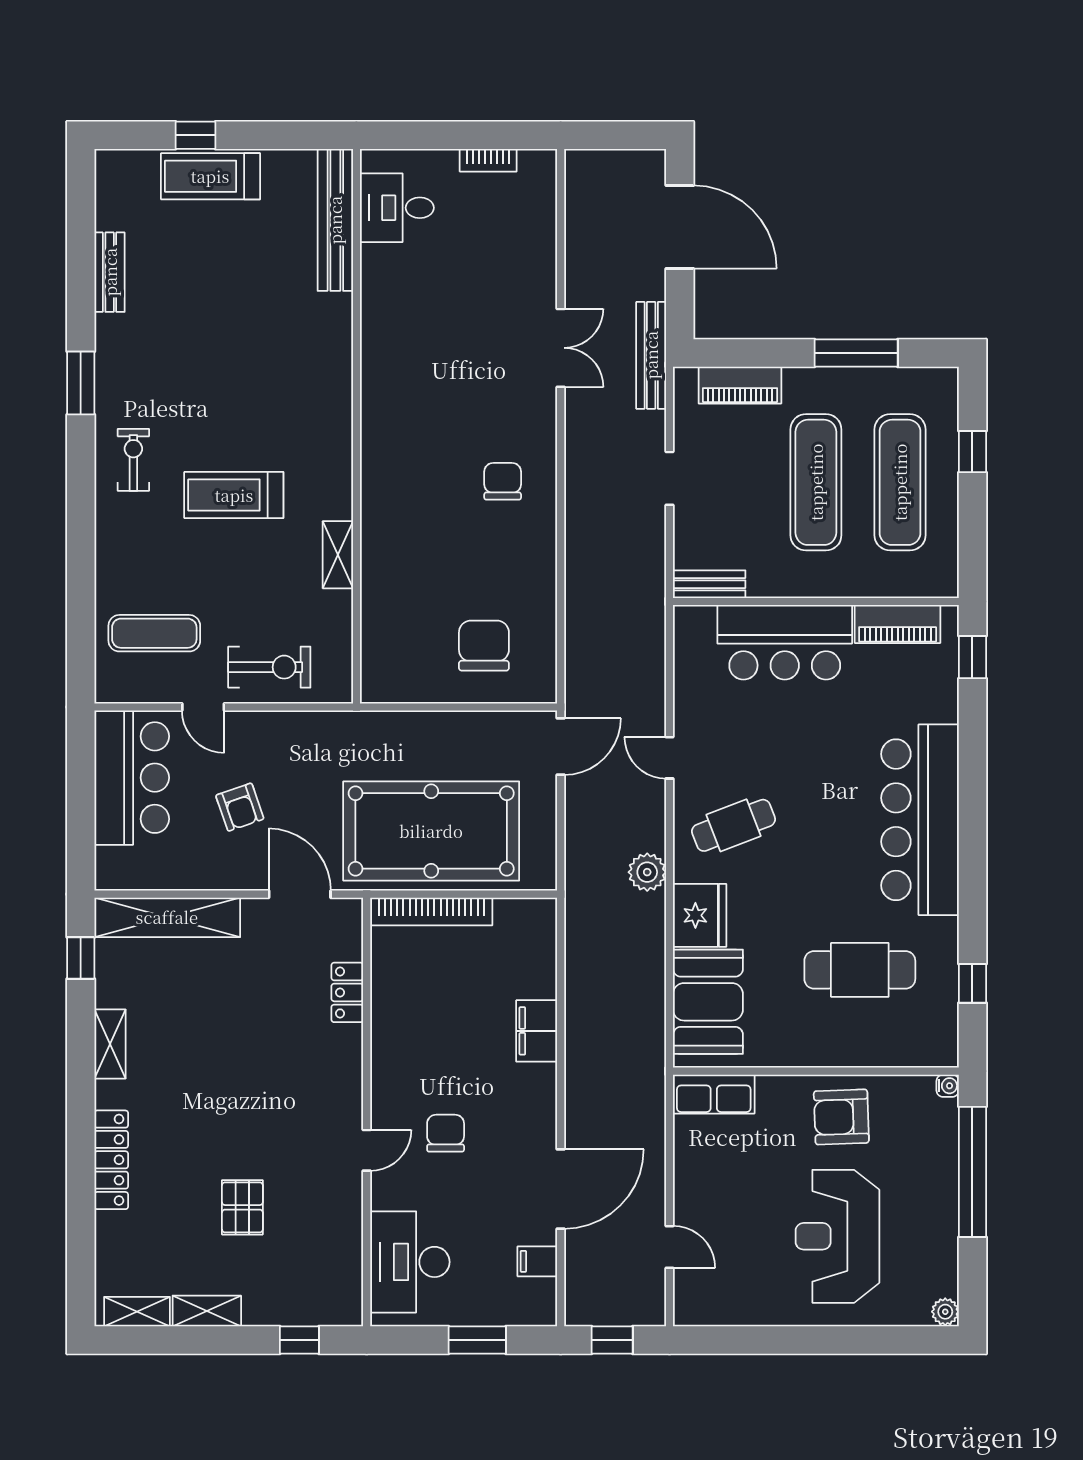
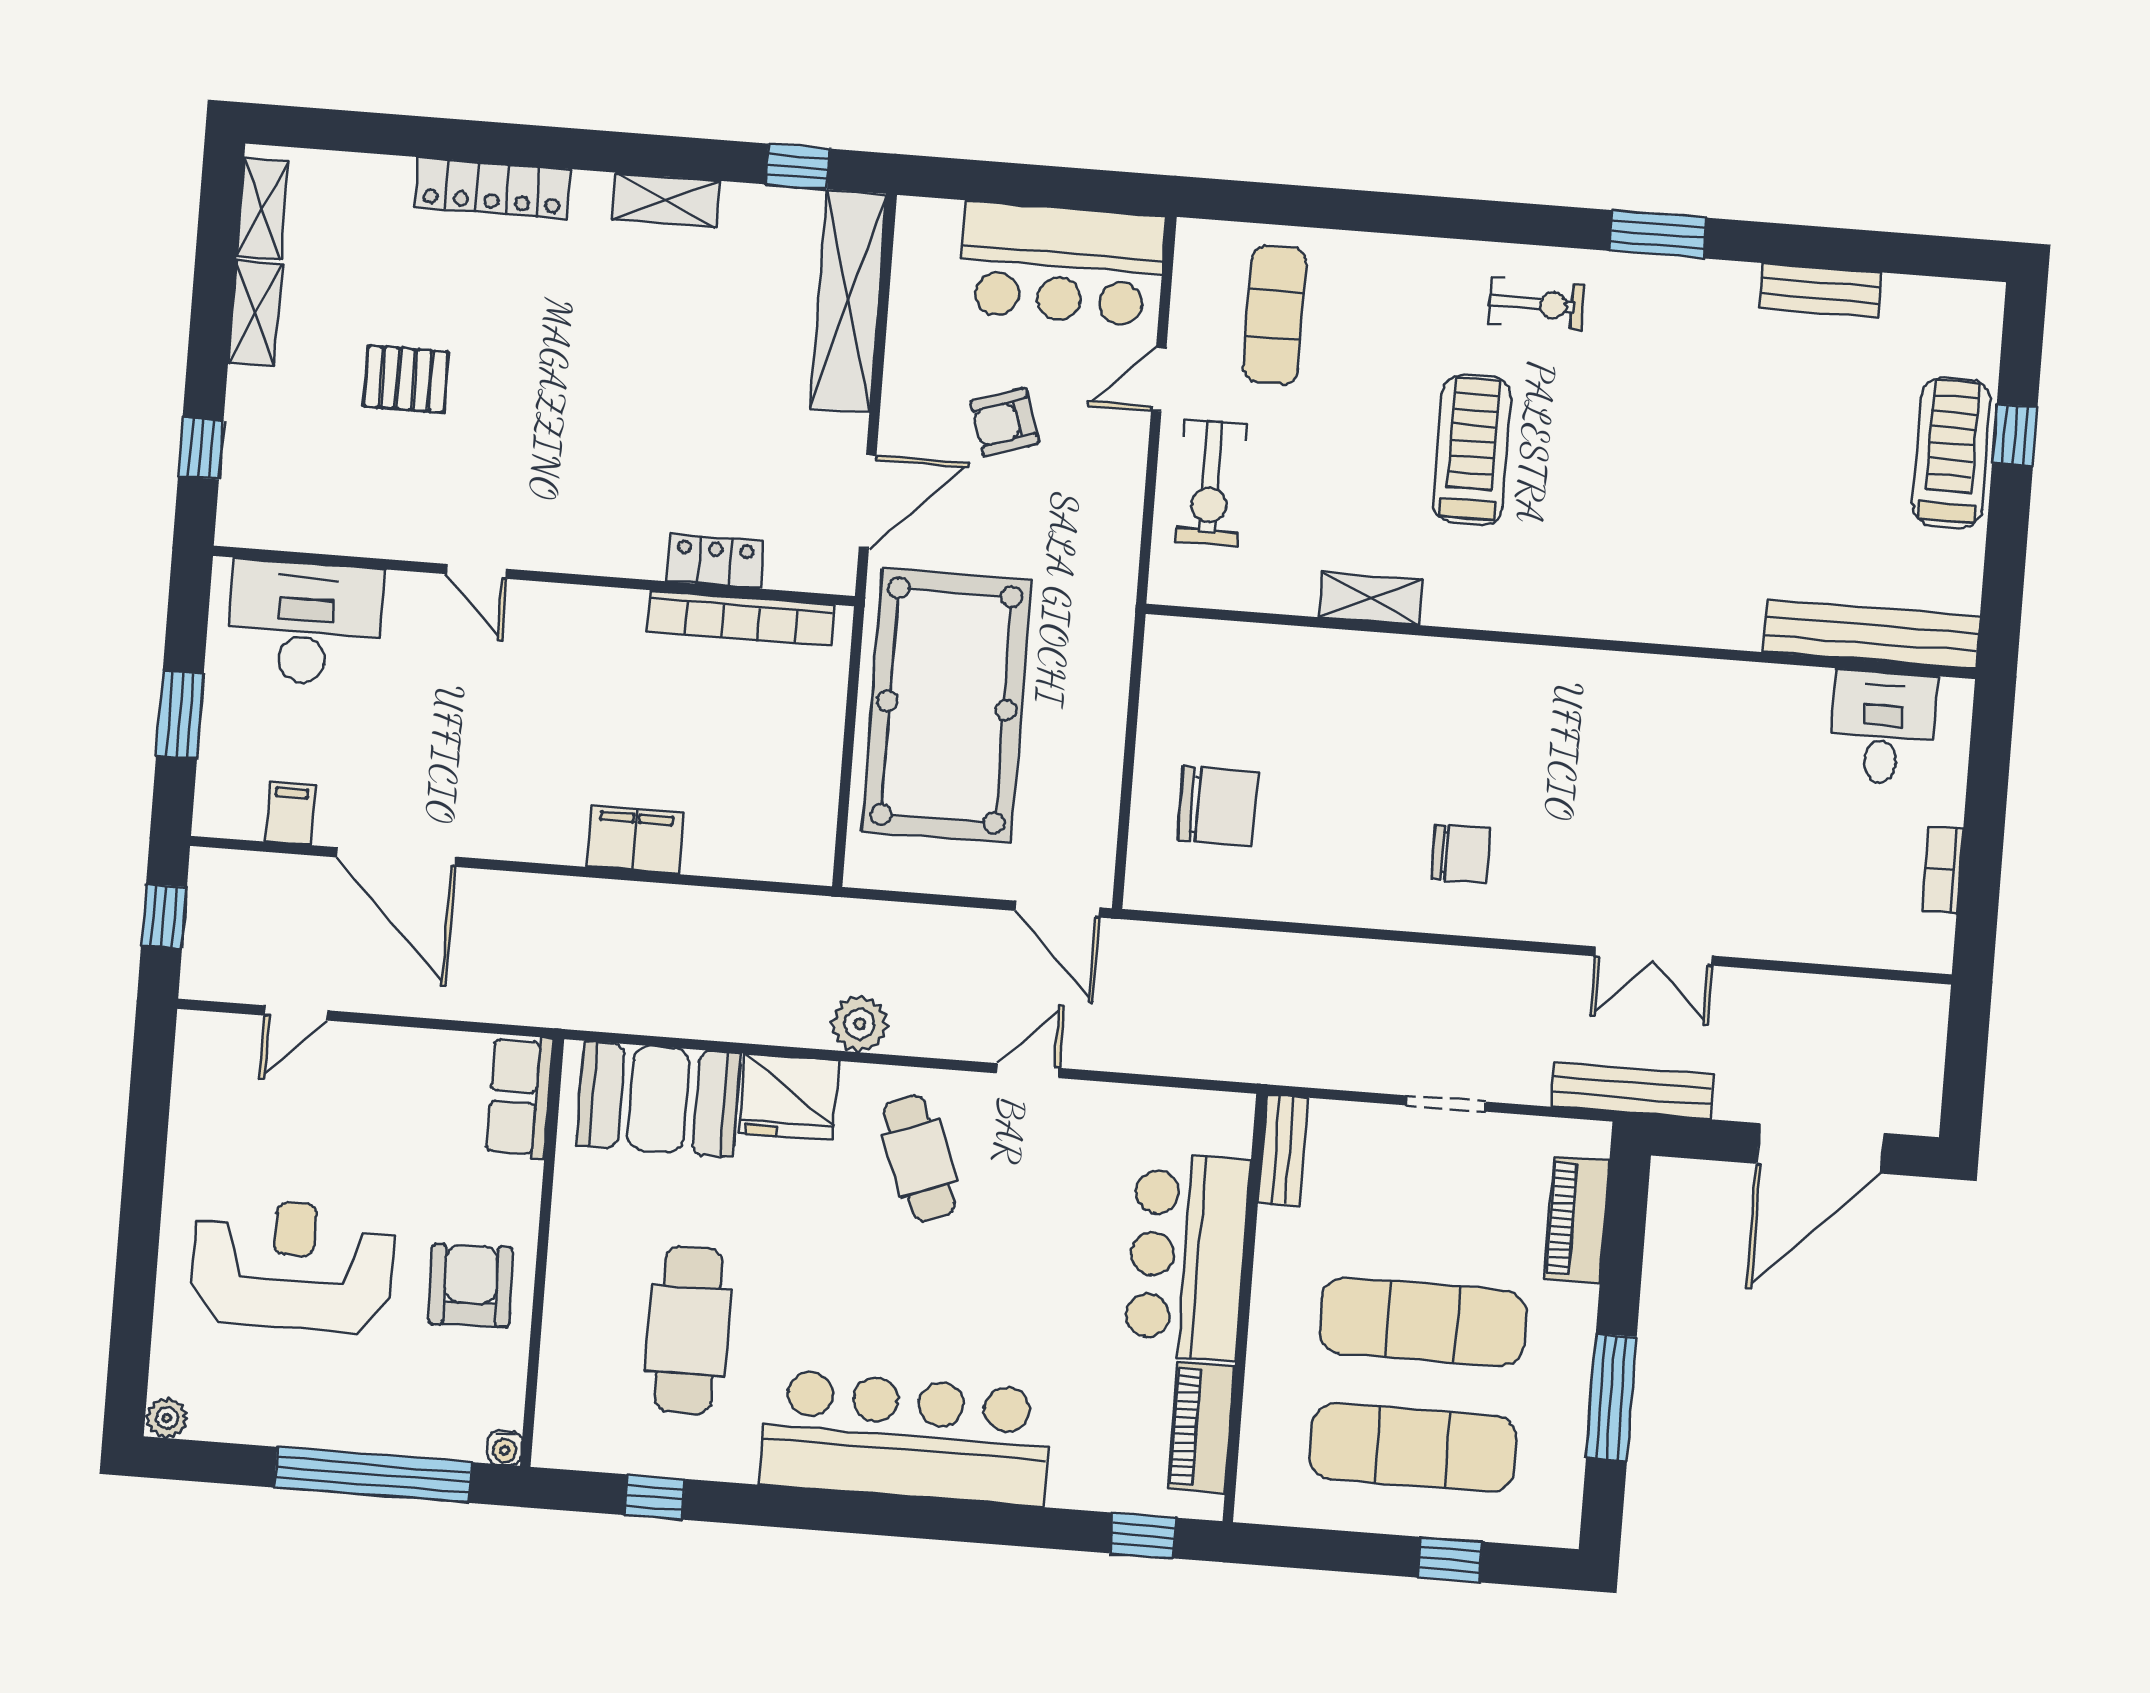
bookcase: (431, 911) -> (741, 618), moved, turned -90
chair: (446, 1133) -> (493, 691), removed

